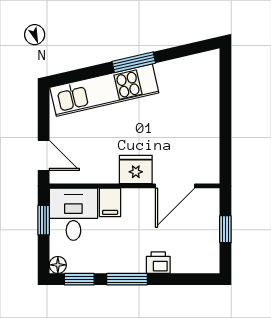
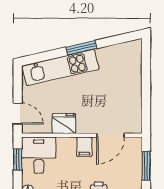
fridge: (136, 169) -> (64, 124), moved
filing cabinet: (110, 202) -> (84, 147), moved
window: (225, 229) -> (146, 166), width x1.50

